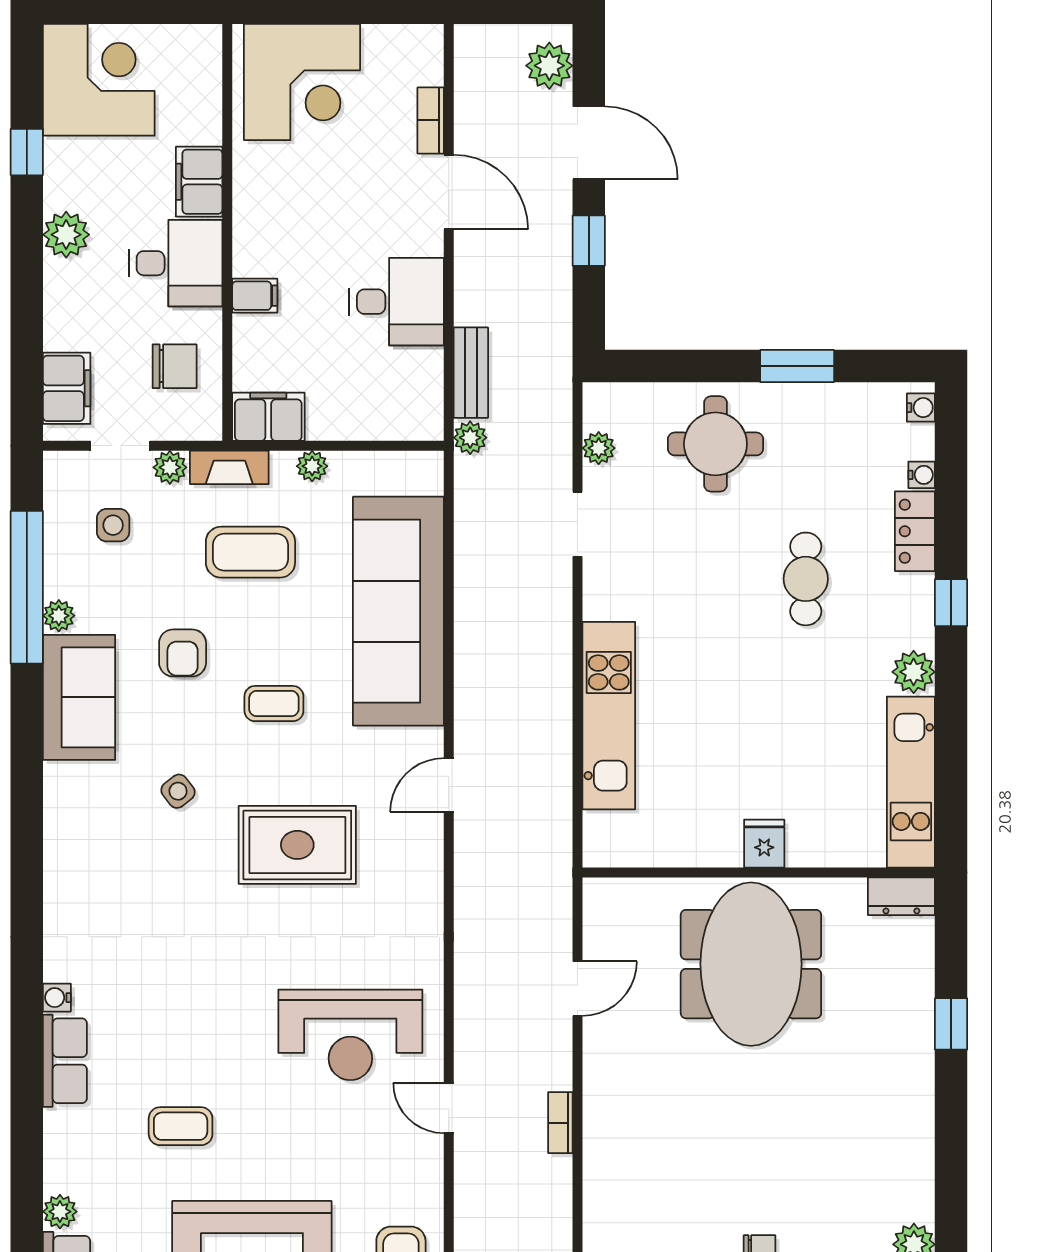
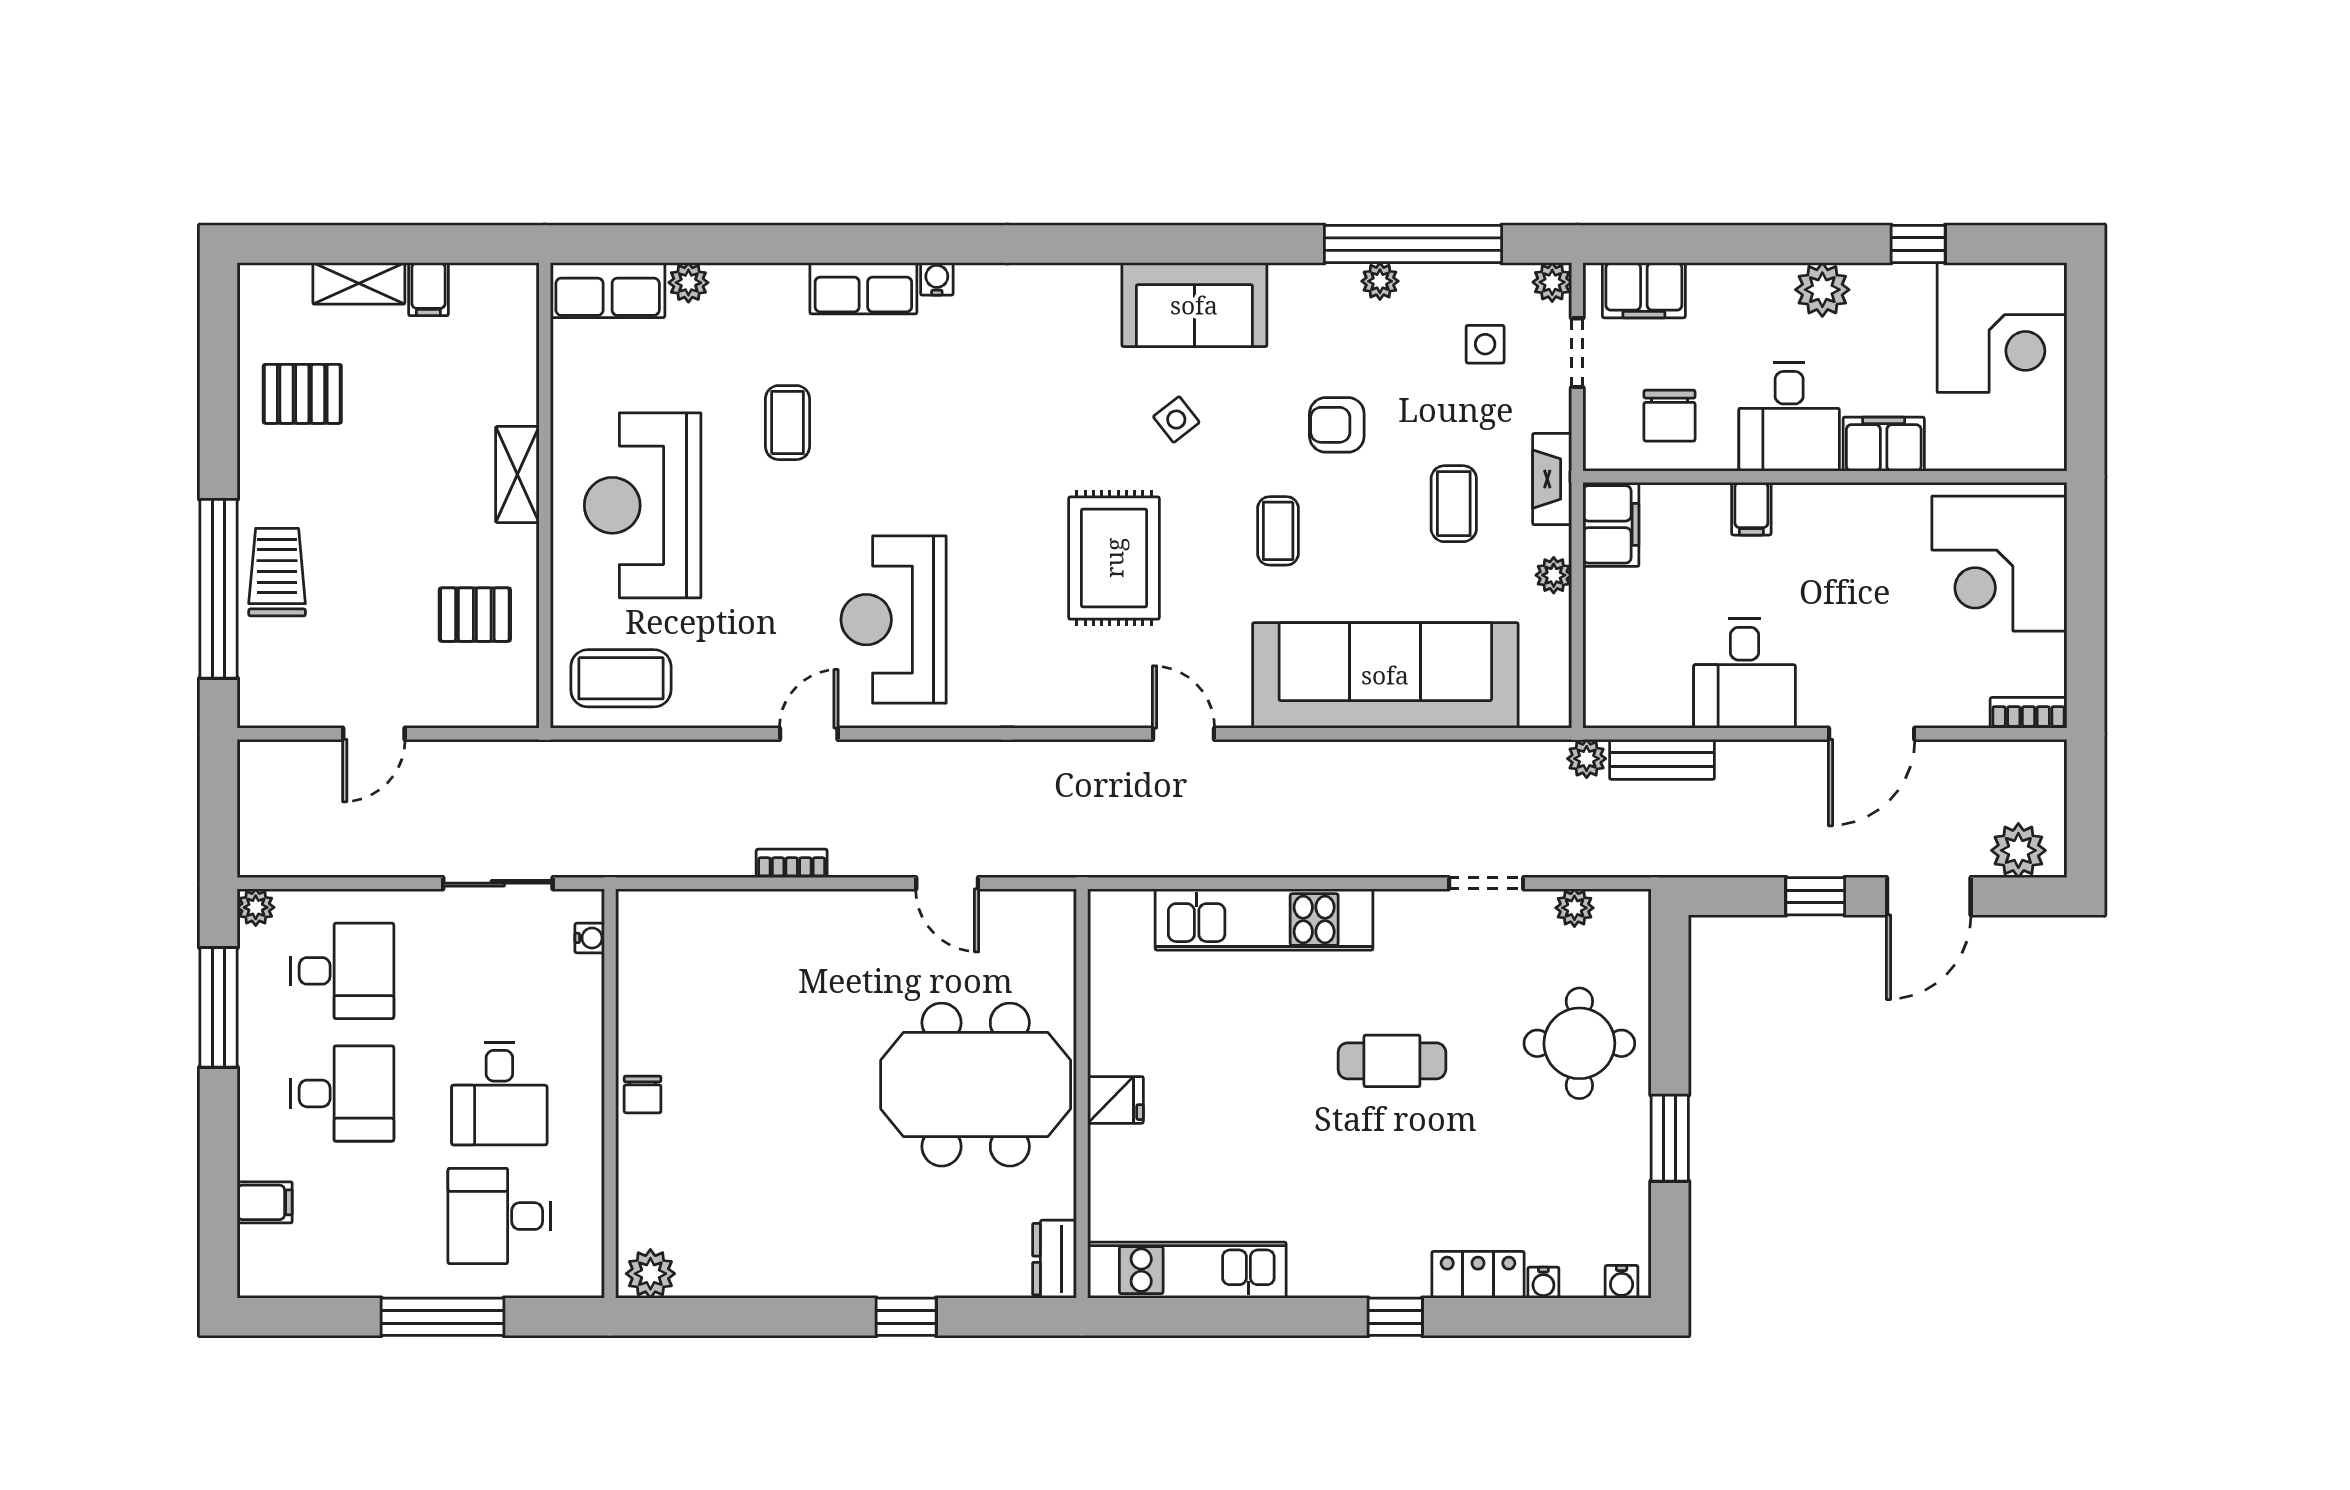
bookcase: (431, 120) -> (2029, 713), moved
plant: (170, 467) -> (1552, 282), moved
coffee table: (250, 552) -> (1454, 504), width x0.73, depth x0.77
cafe table: (806, 579) -> (1392, 1061), moved
plant: (914, 672) -> (1315, 1273), removed
sofa: (79, 697) -> (1194, 305), moved

